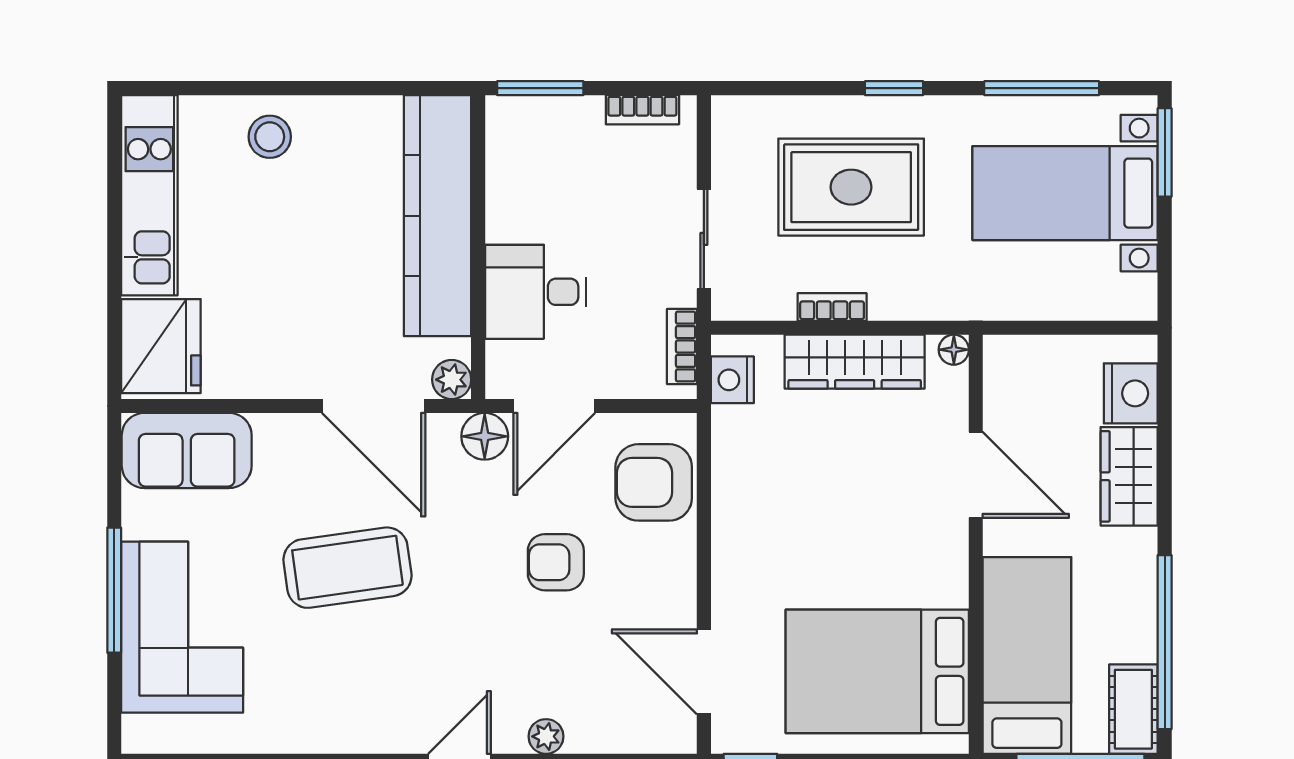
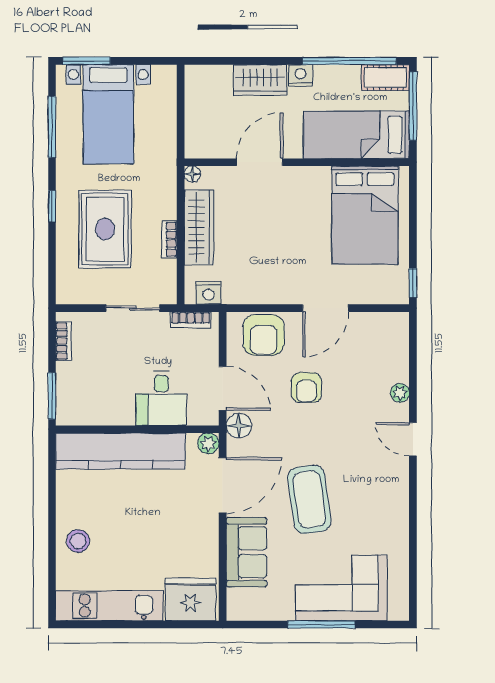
nightstand: (1131, 393) -> (301, 75), moved, width x0.74, depth x0.75
sofa: (187, 451) -> (246, 552), moved
door: (704, 672) -> (326, 308), moved

